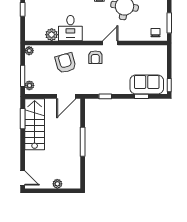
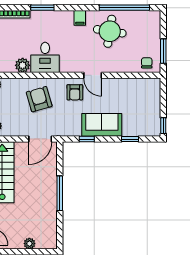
door: (110, 43) -> (93, 75), swing flipped
sofa: (147, 84) -> (102, 125), moved

